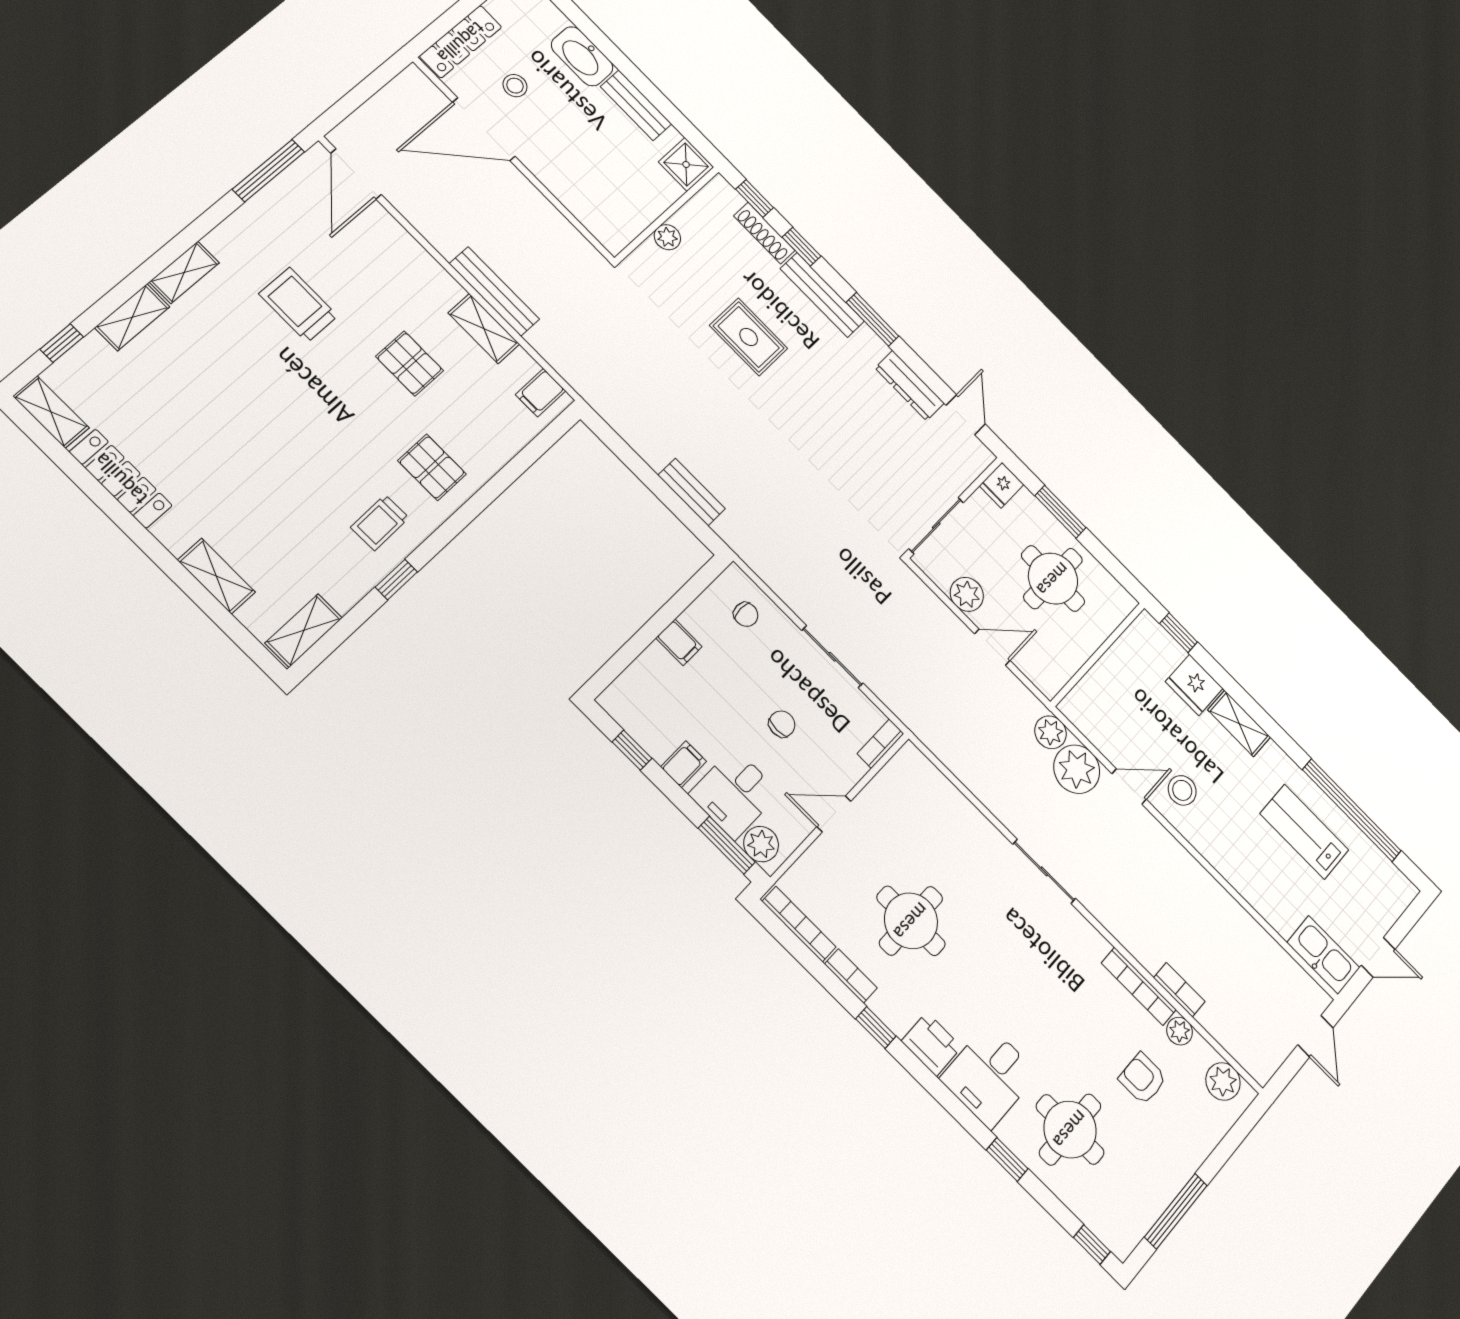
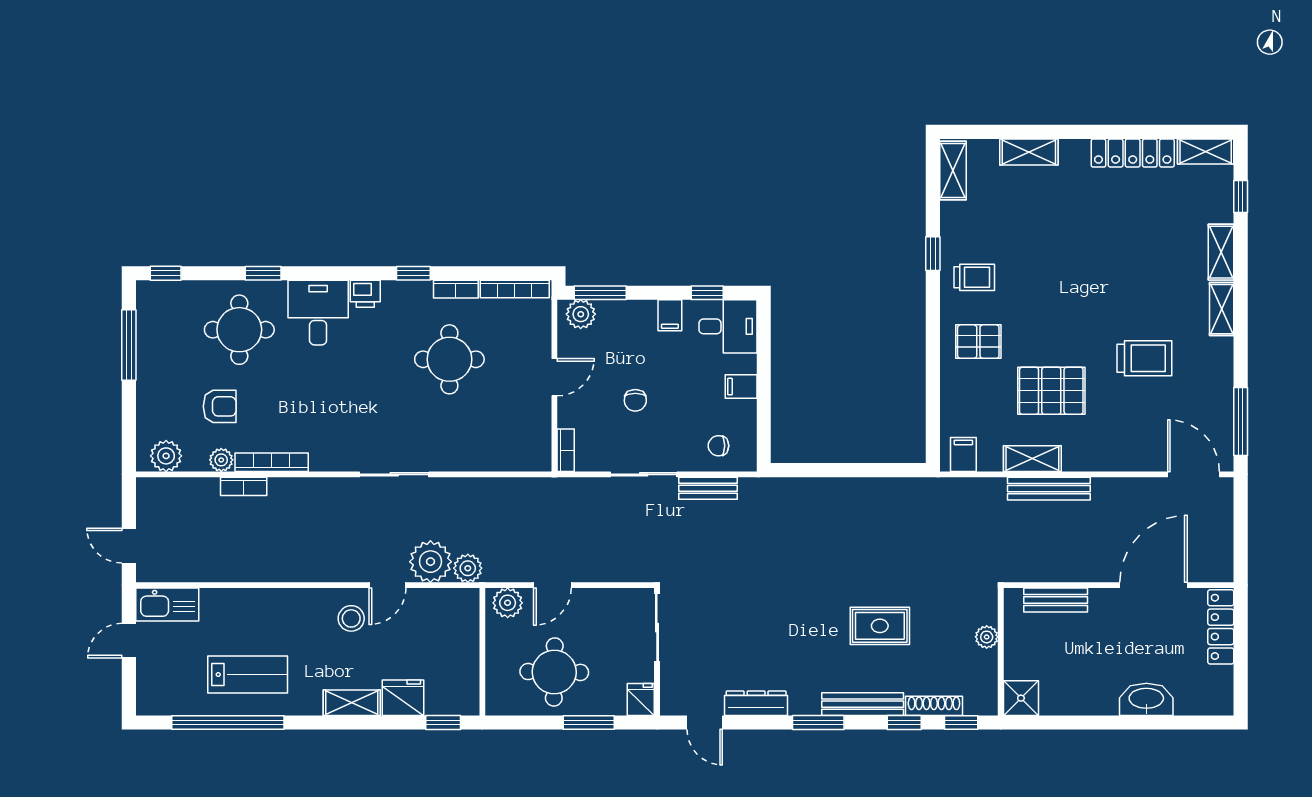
stool: (515, 86) -> (1164, 634), removed
bench: (636, 105) -> (1056, 600), moved
pallet: (410, 364) -> (1051, 391), width x1.50, depth x1.42
bench: (692, 492) -> (708, 488), moved
trolley: (380, 523) -> (974, 277), turned 91
plant: (967, 594) -> (508, 603), moved
desk: (734, 793) -> (728, 326), moved, turned 90
printer: (932, 1044) -> (365, 294), width x0.73, depth x0.81

